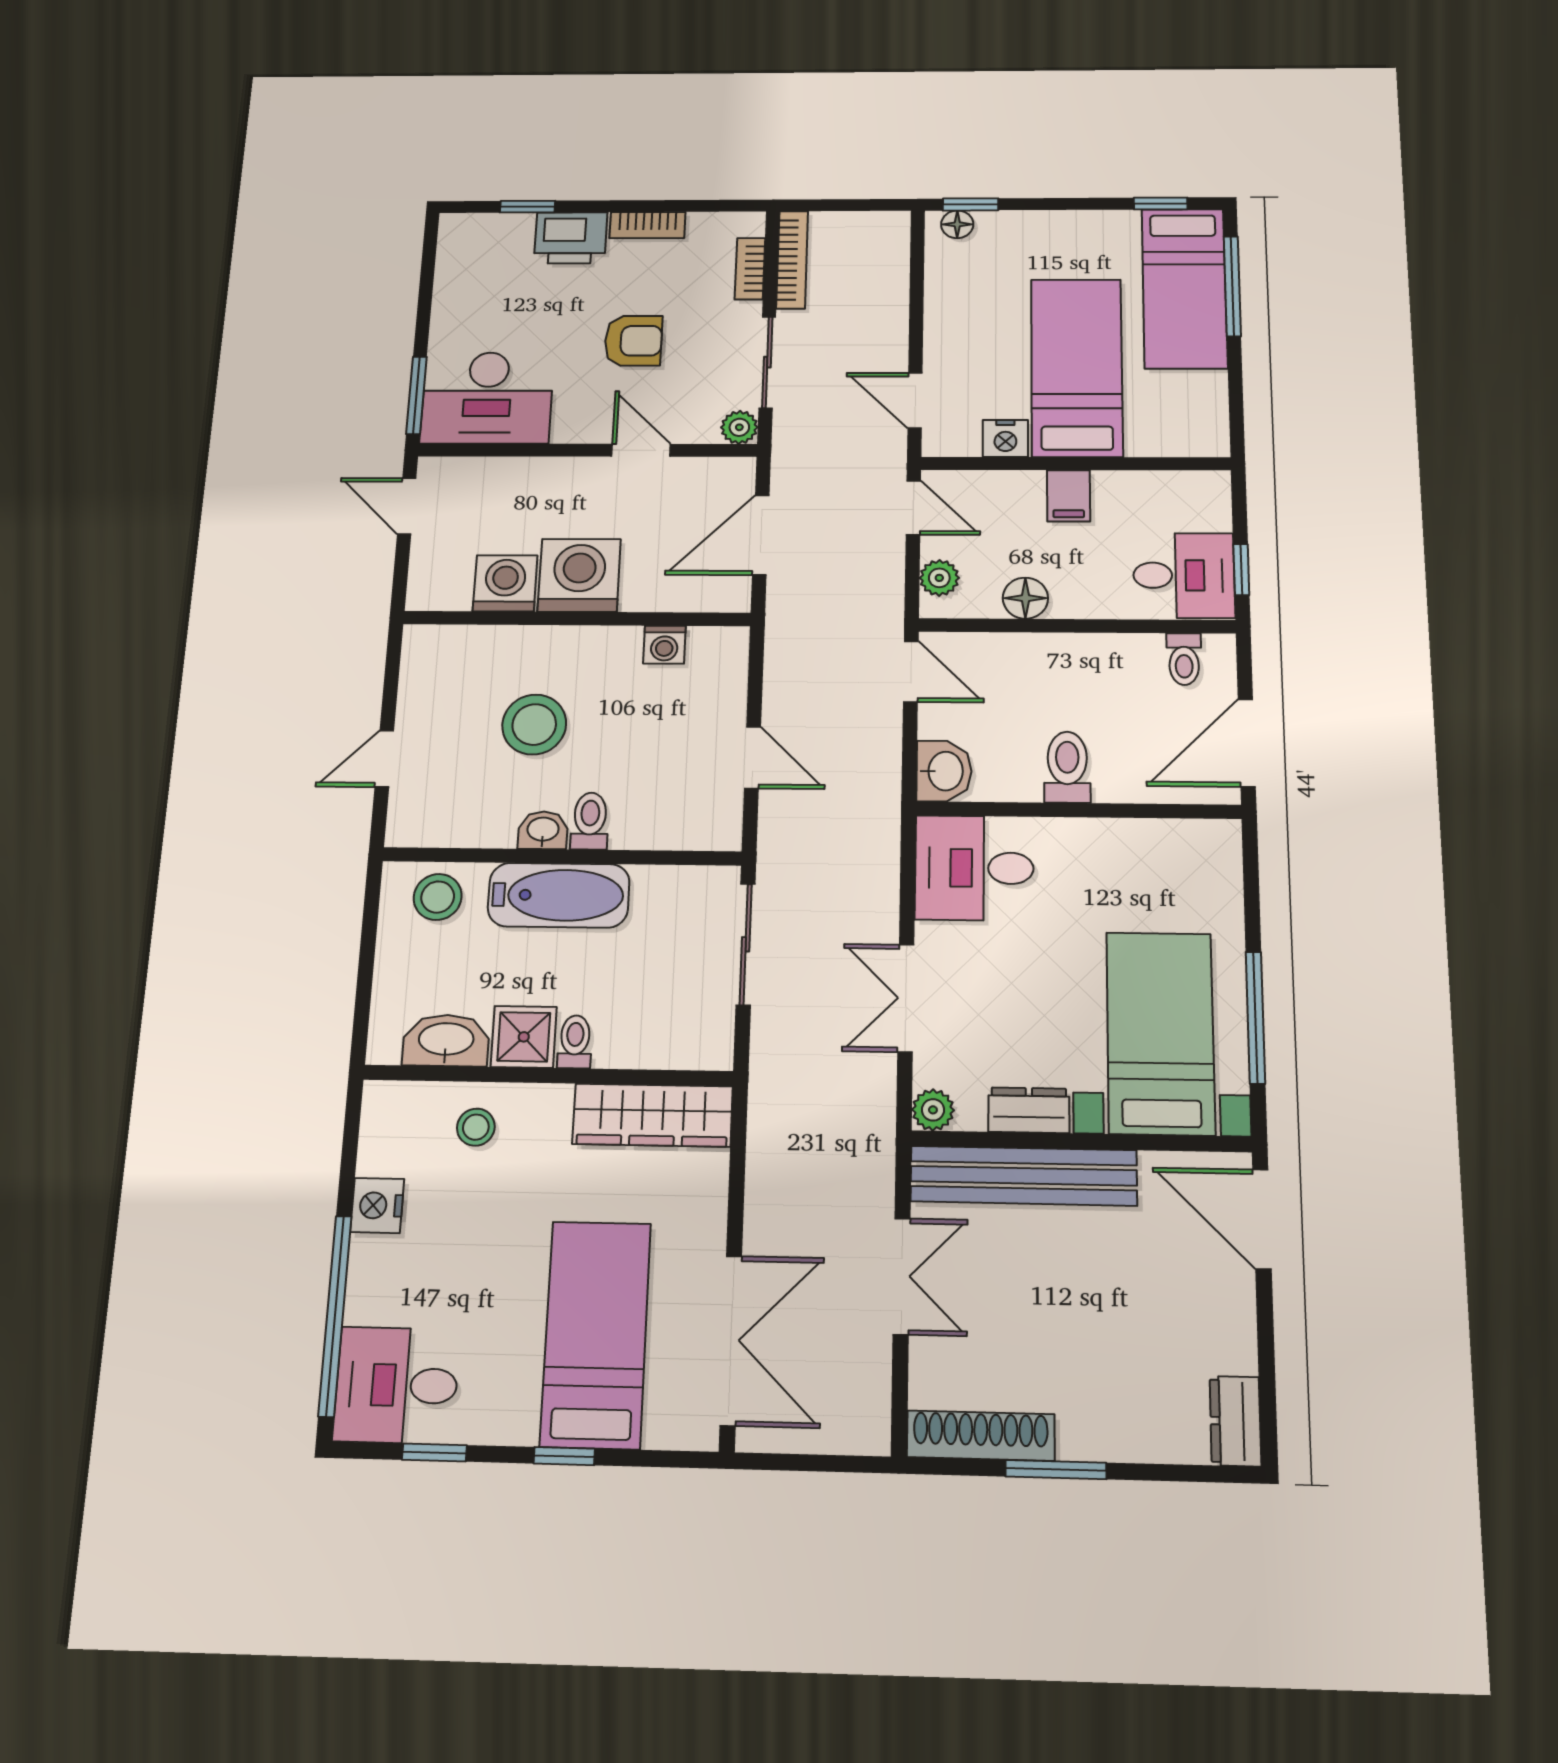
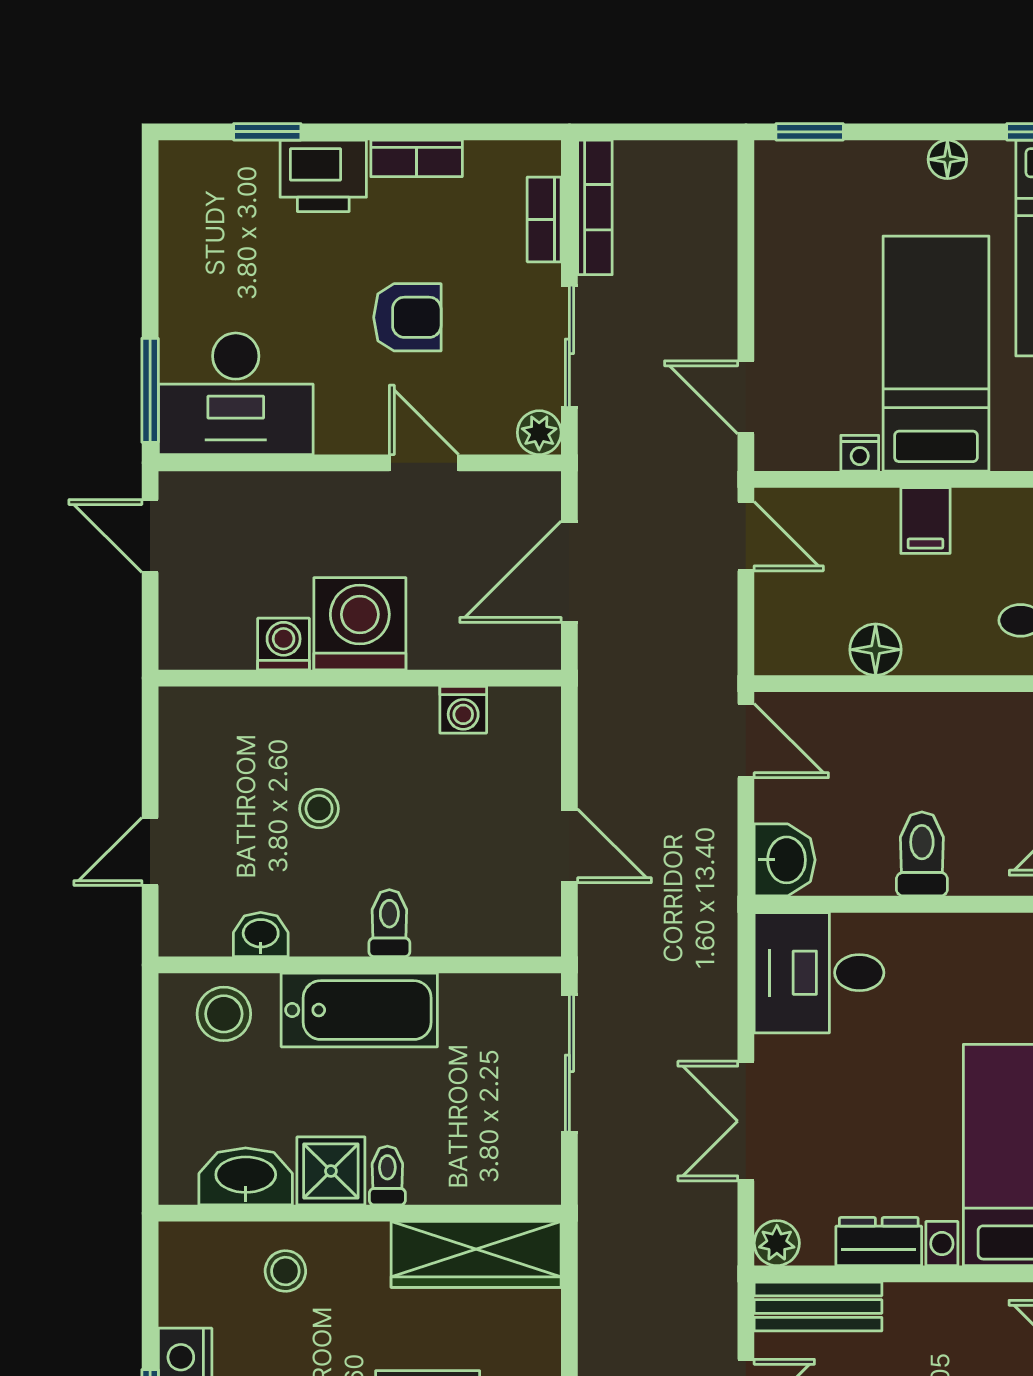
floor lamp: (957, 224) -> (947, 159), moved
nightstand: (1005, 438) -> (860, 453), width x0.72, depth x0.74
plant: (939, 578) -> (777, 625), removed
washing machine: (505, 583) -> (284, 644), width x0.73, depth x0.73
stool: (534, 725) -> (319, 809), width x0.53, depth x0.53
washbasin: (543, 830) -> (261, 935), moved
bench: (1024, 1176) -> (818, 1307), width x0.54, depth x0.82

